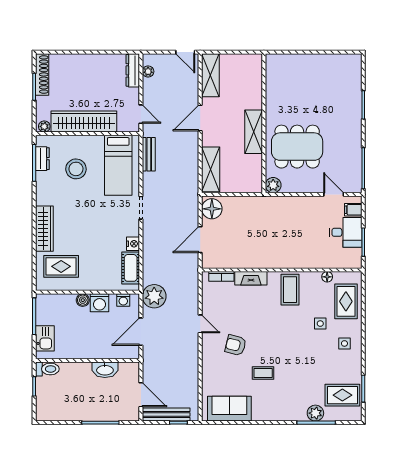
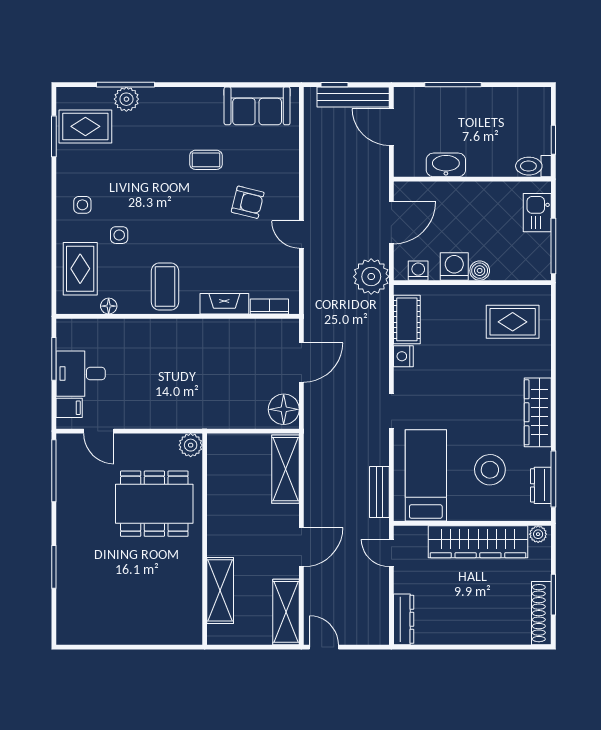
plant: (148, 72) -> (381, 618), removed
shelving: (254, 132) -> (220, 590), moved
wardrobe: (44, 229) -> (538, 412), moved

